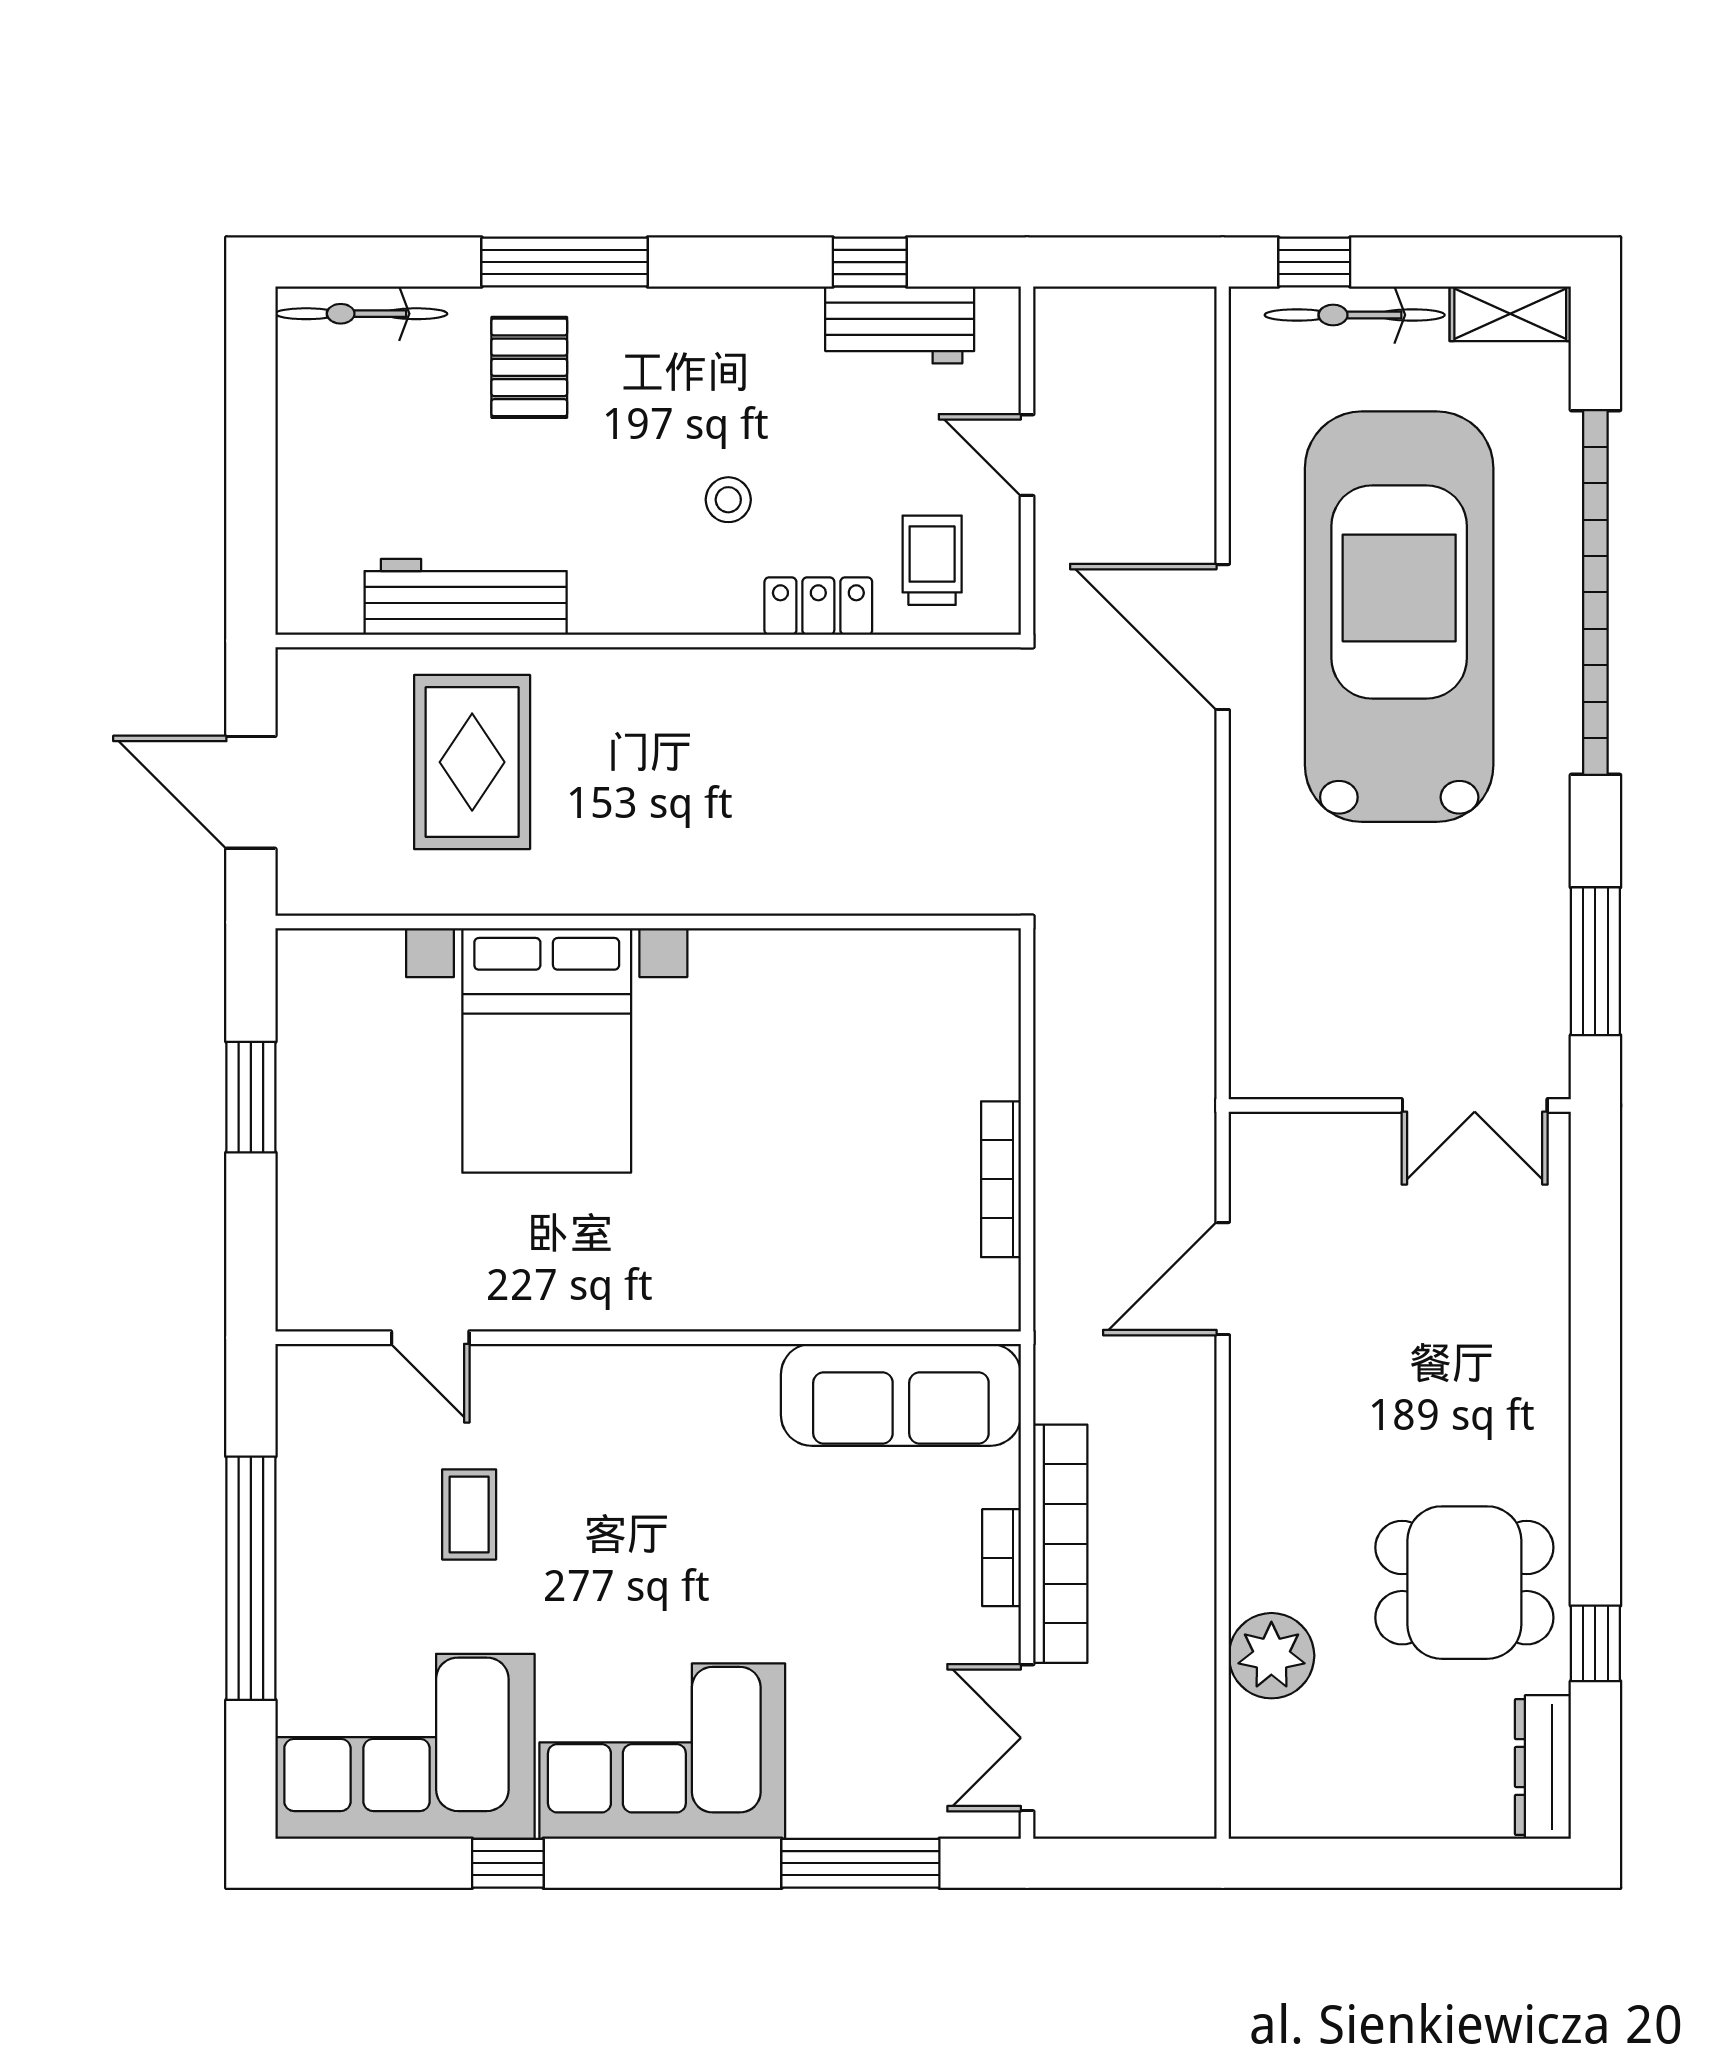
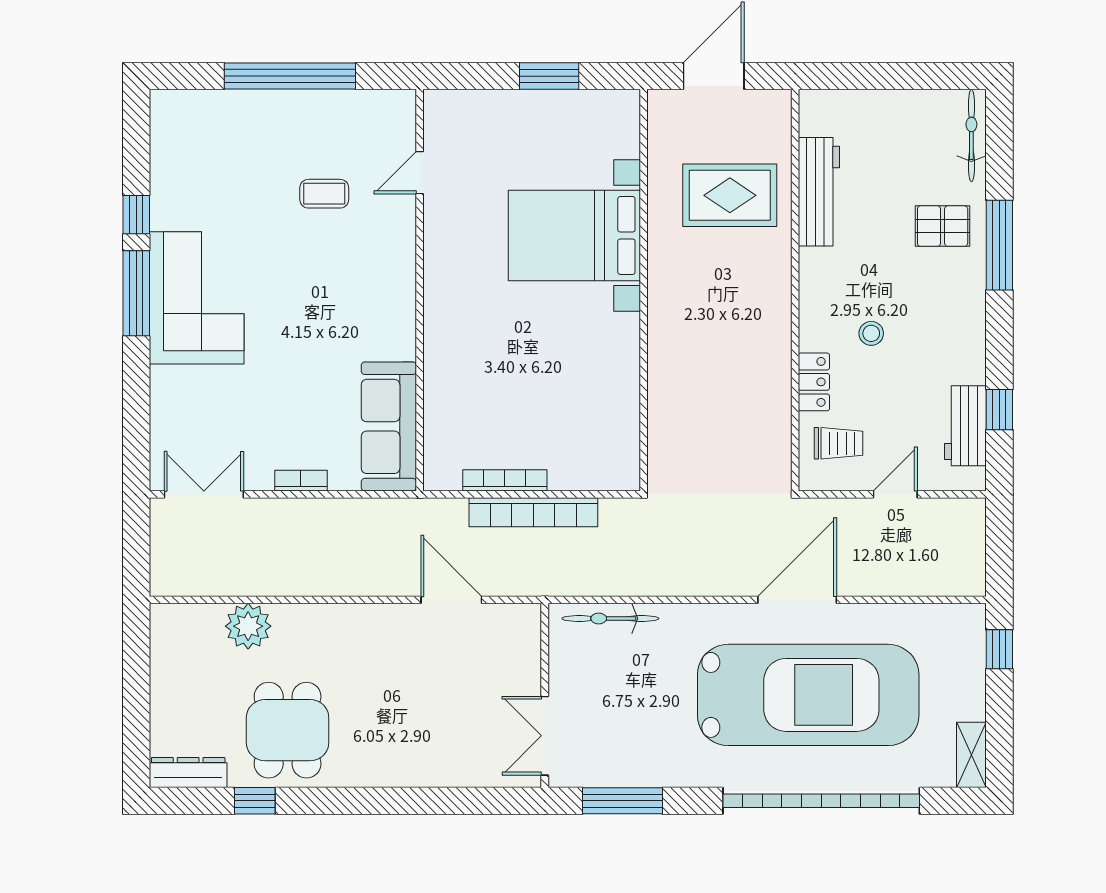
bicycle: (1355, 315) -> (610, 618), moved, turned -90
bookcase: (1060, 1544) -> (533, 512), moved
corner sofa: (405, 1746) -> (199, 159), removed
window: (860, 1863) -> (136, 293), moved

